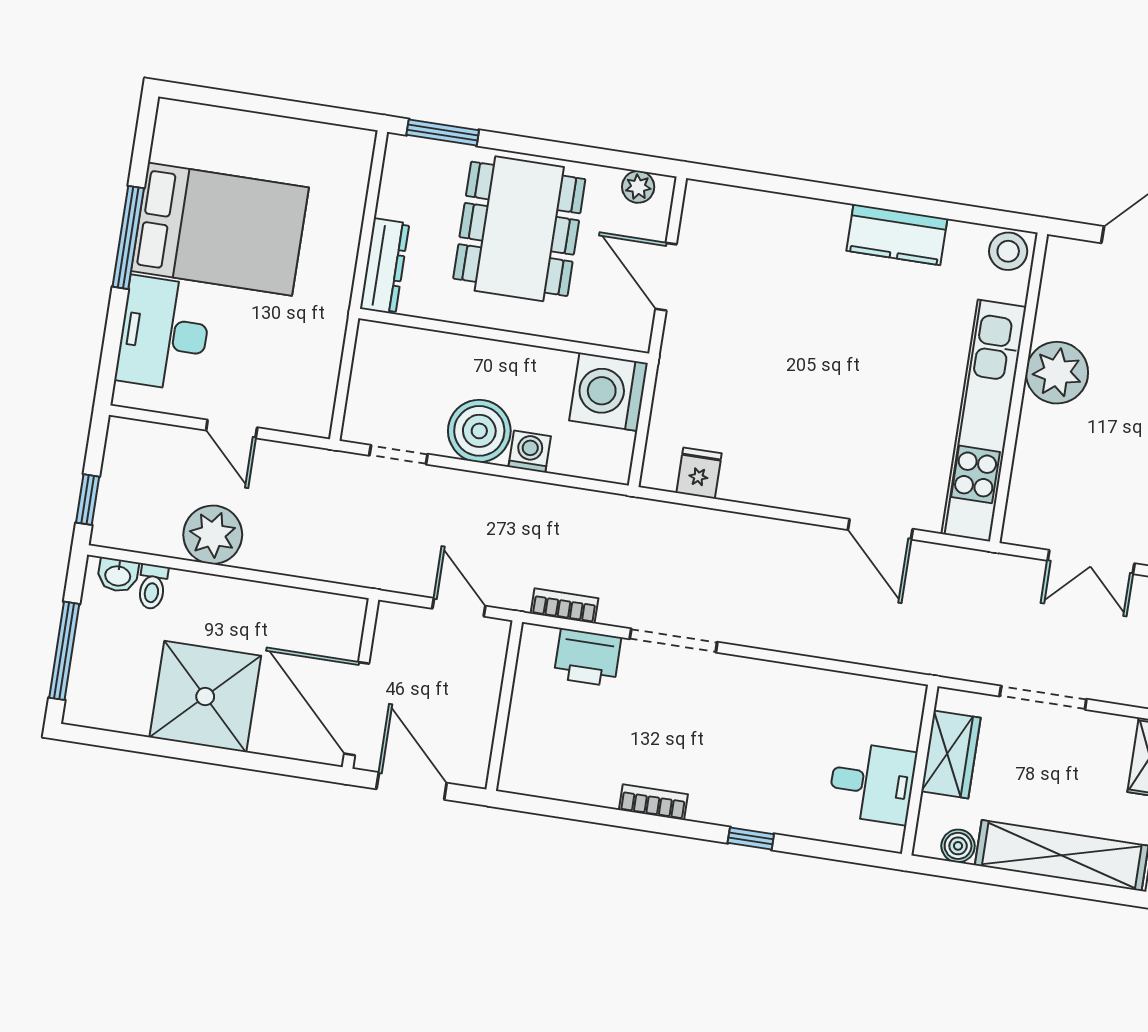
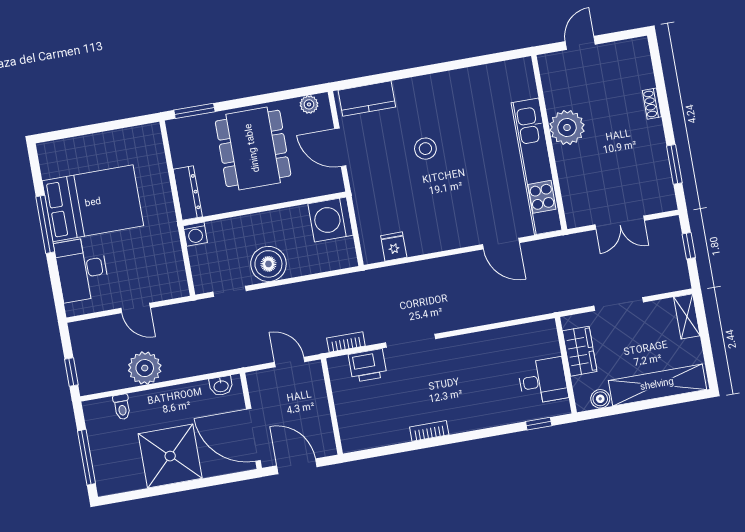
kitchen counter: (897, 235) -> (367, 99), moved
stool: (1008, 251) -> (425, 149), moved
washing machine: (530, 452) -> (195, 234), moved, turned 180
washbasin: (118, 575) -> (221, 386), moved
window: (751, 838) -> (539, 424), moved

